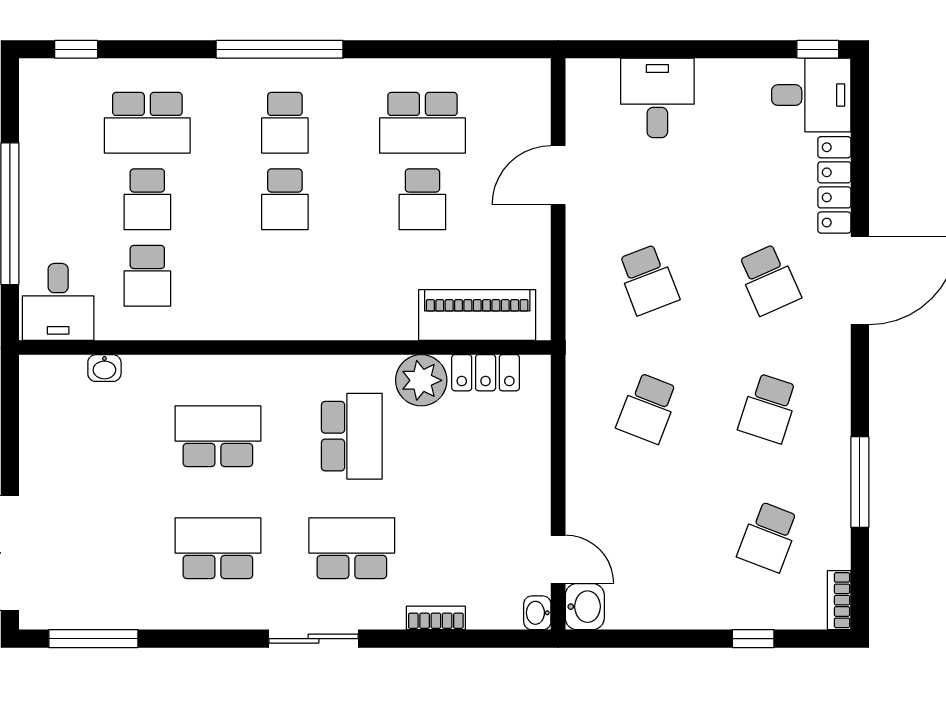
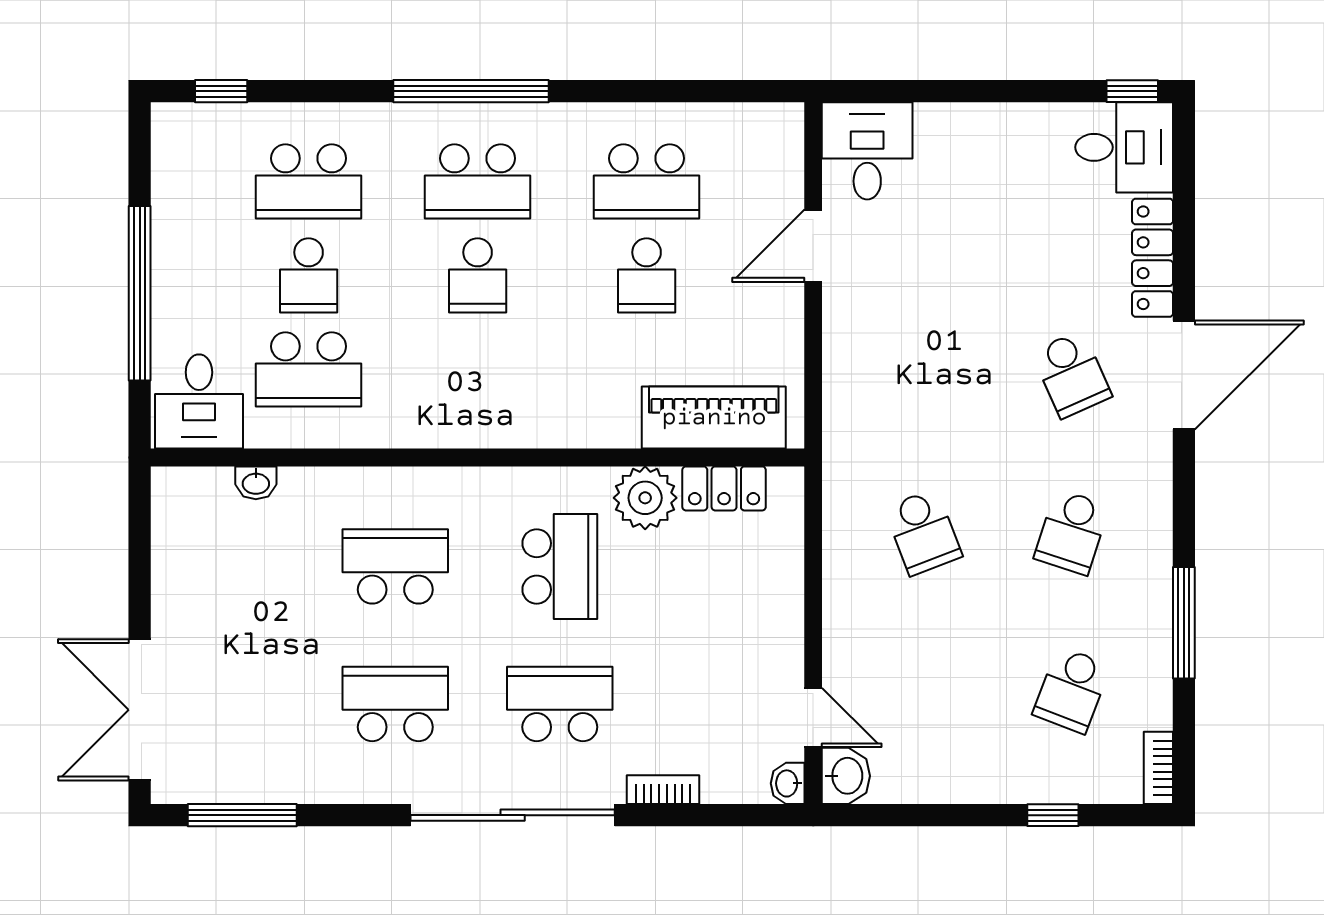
desk: (657, 98) -> (867, 151), moved
school desk: (285, 123) -> (478, 181), width x1.85
school desk: (147, 276) -> (309, 369), width x1.85
school desk: (648, 280) -> (923, 374), removed
school desk: (648, 408) -> (923, 532), turned -42
sliding door: (313, 639) -> (513, 815), width x1.86

